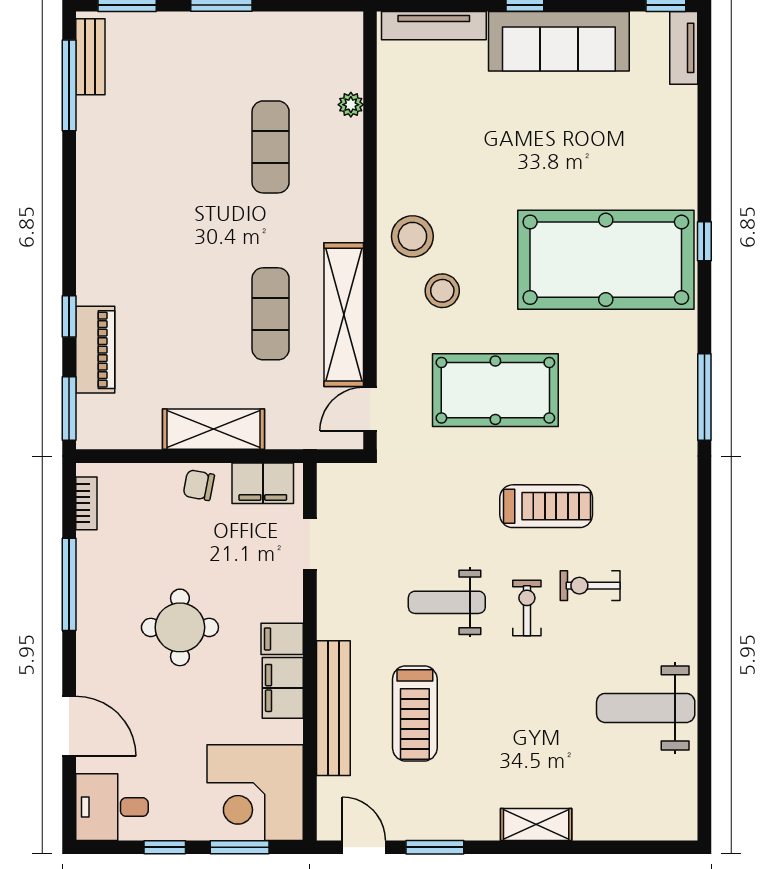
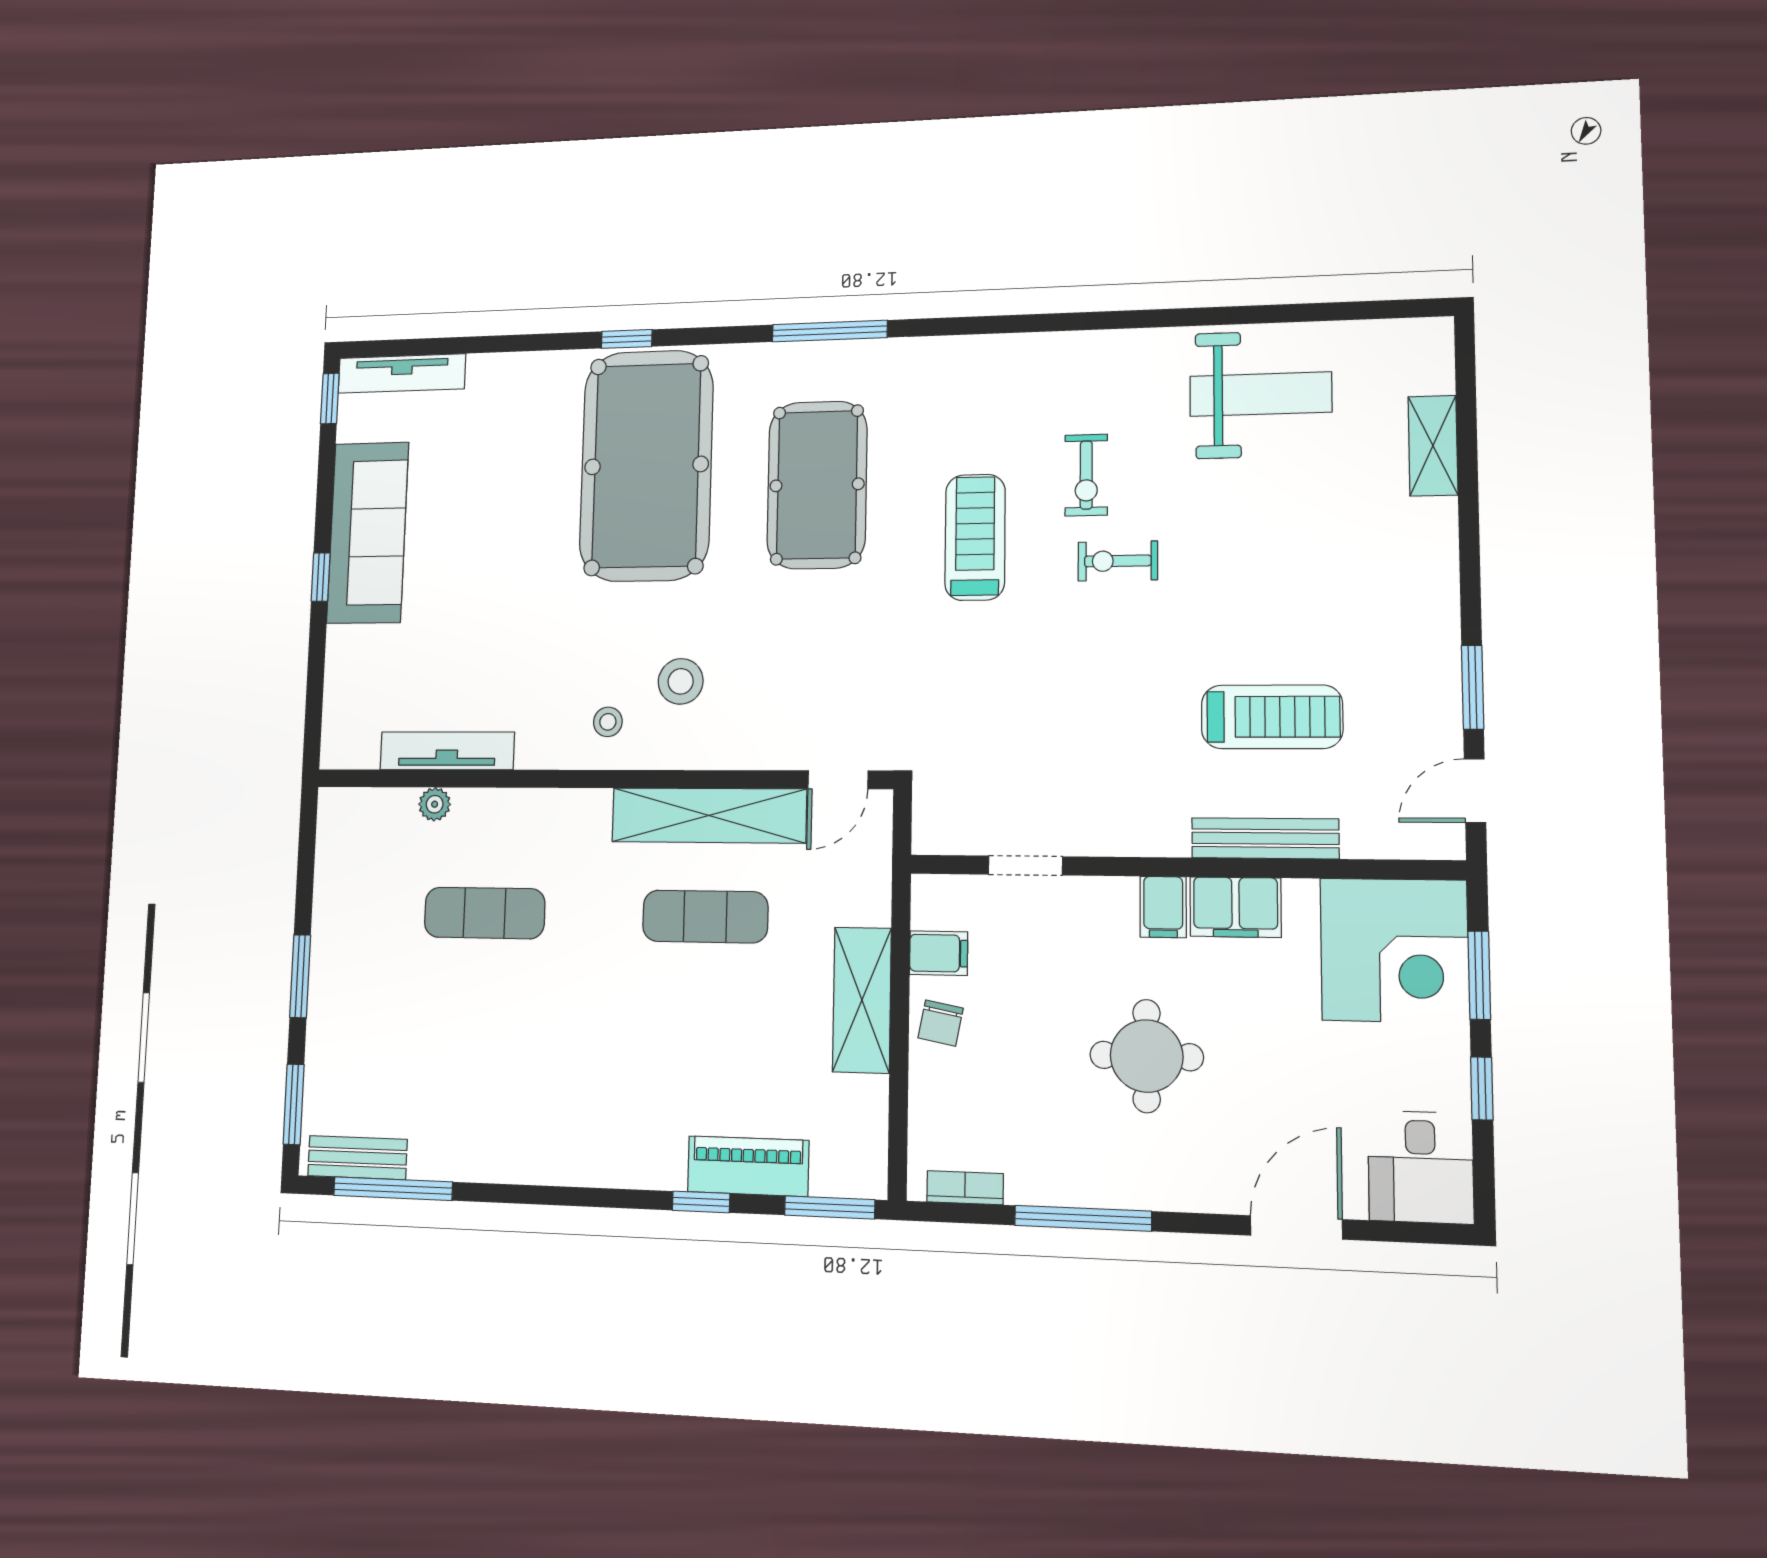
tv unit: (434, 26) -> (447, 751), moved, turned -90
tv unit: (684, 48) -> (402, 373), width x1.41
stool: (412, 236) -> (608, 722), width x0.53, depth x0.53
pool table: (495, 390) -> (817, 485), moved
door: (370, 409) -> (838, 780), hinge flipped
filing cabinet: (263, 483) -> (939, 953), width x0.50
weight bench: (447, 602) -> (1110, 672), removed
bench: (333, 708) -> (1265, 838), width x0.73, depth x0.82
weight bench: (646, 708) -> (1261, 394), turned -90
shelving: (536, 825) -> (1433, 446), moved

